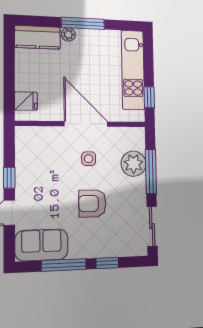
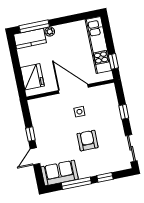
window: (83, 23) -> (34, 26), moved
fridge: (26, 101) -> (32, 77), width x1.88, depth x1.34
plant: (134, 164) -> (111, 109), removed
window: (151, 172) -> (124, 112), width x0.46
armchair: (92, 203) -> (88, 141), turned 90

